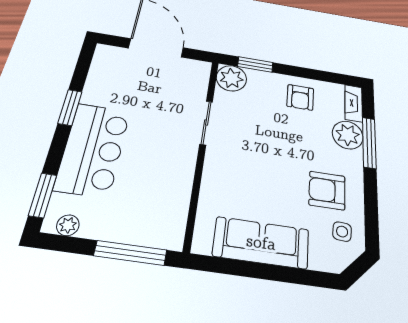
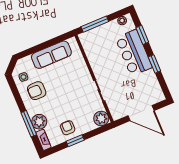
window: (255, 65) -> (75, 141), moved
armchair: (327, 190) -> (37, 91), turned 180
window: (43, 195) -> (142, 35), moved

